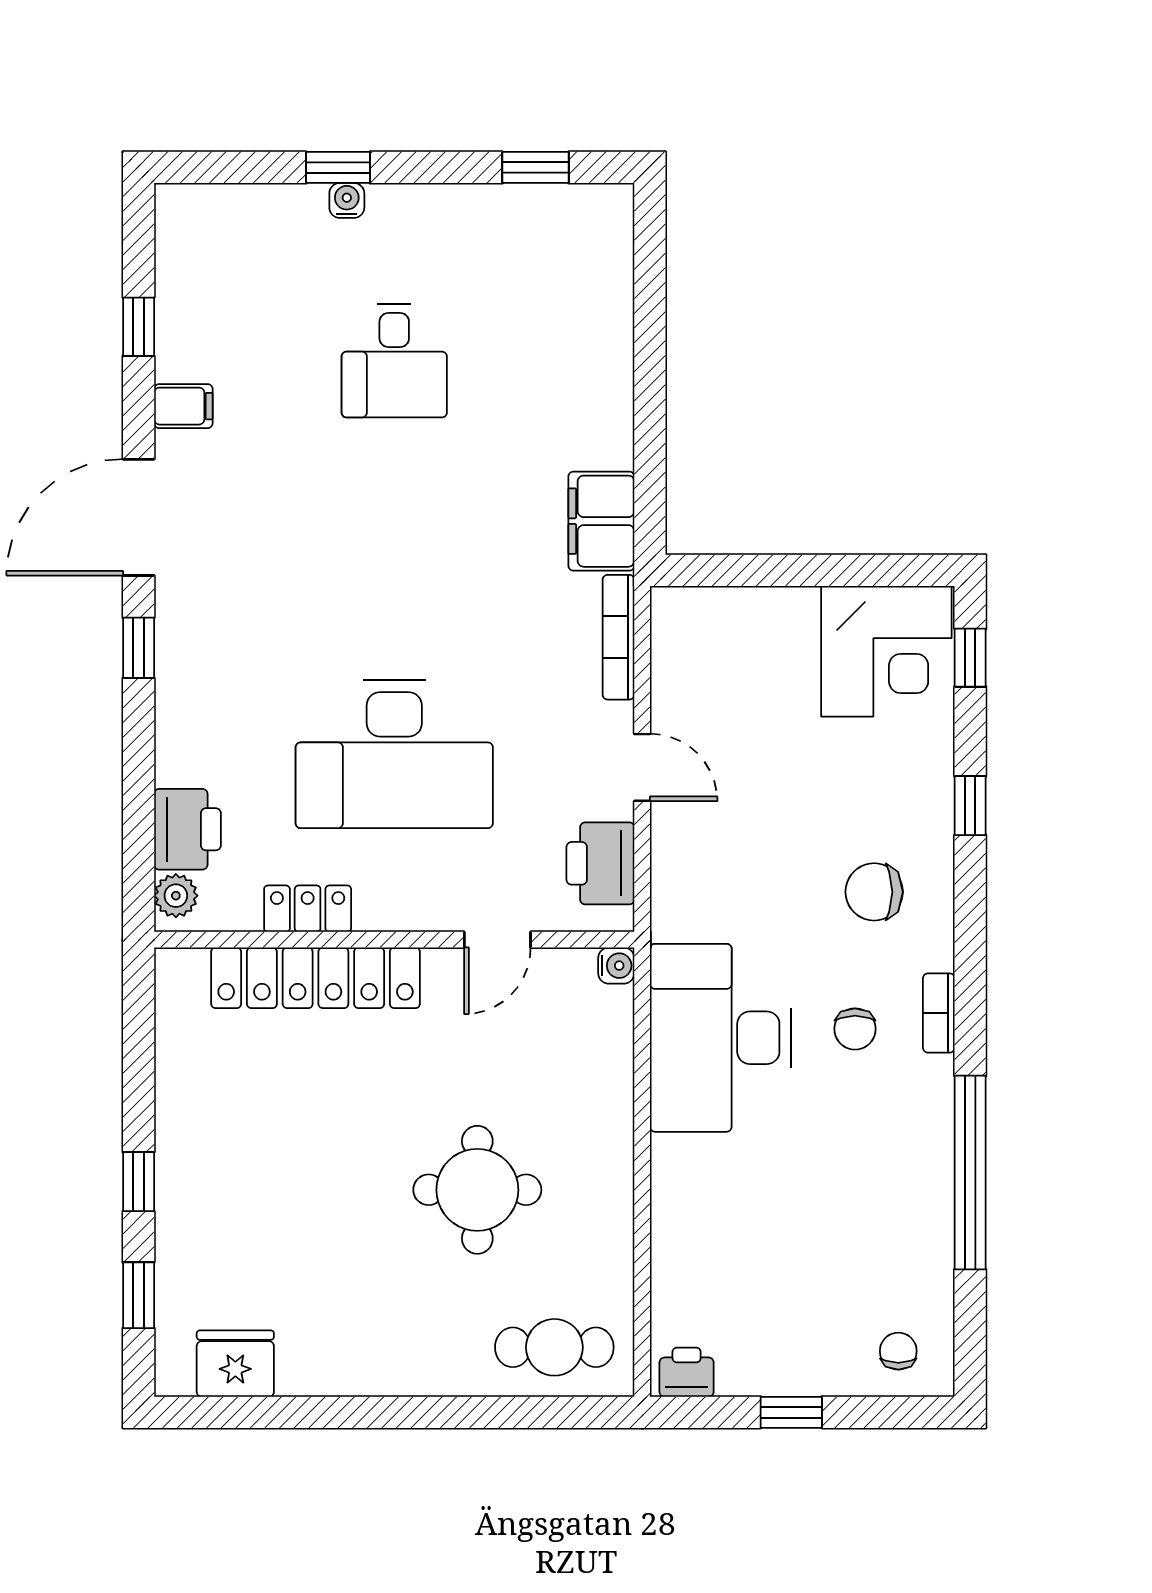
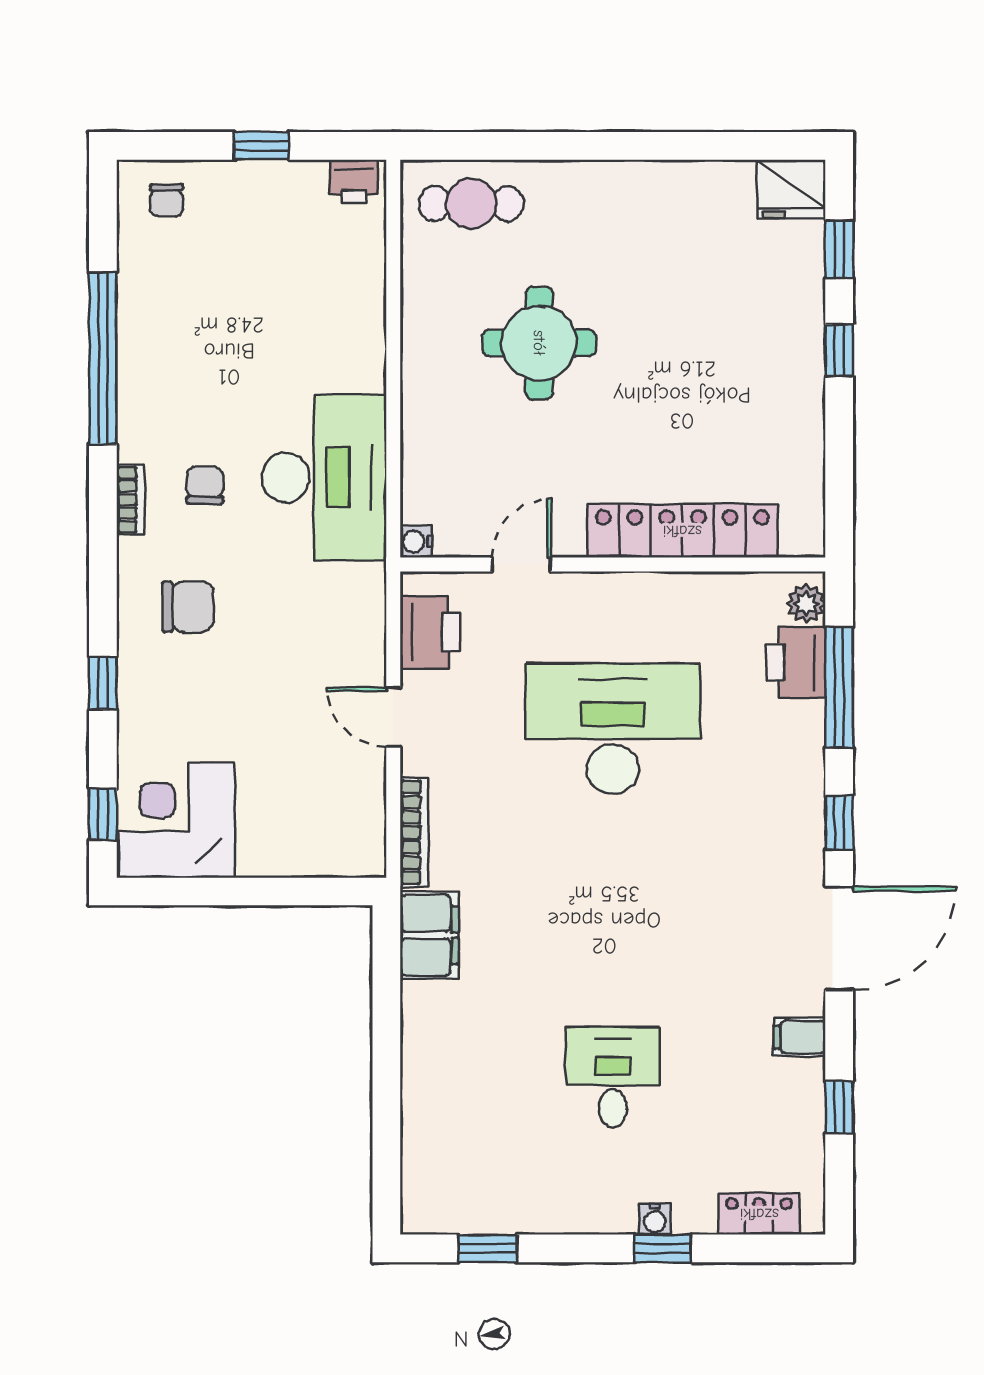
window: (139, 801) -> (839, 688), added
locker: (308, 909) -> (759, 1214), moved, turned 180
fridge: (235, 1364) -> (791, 189), moved

